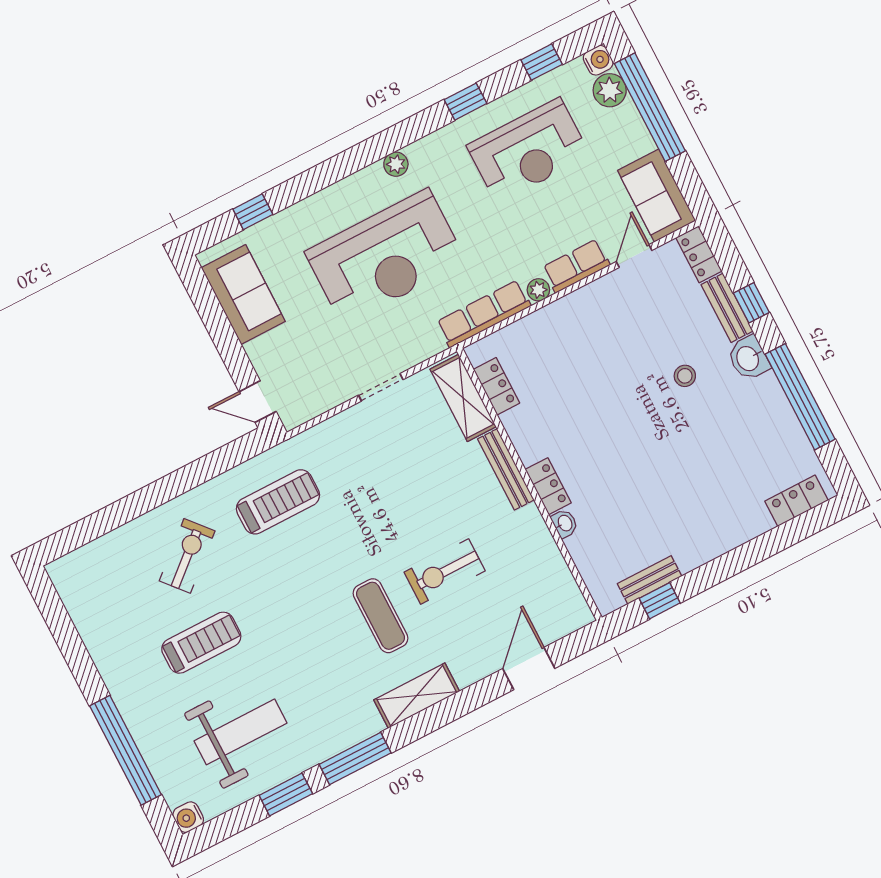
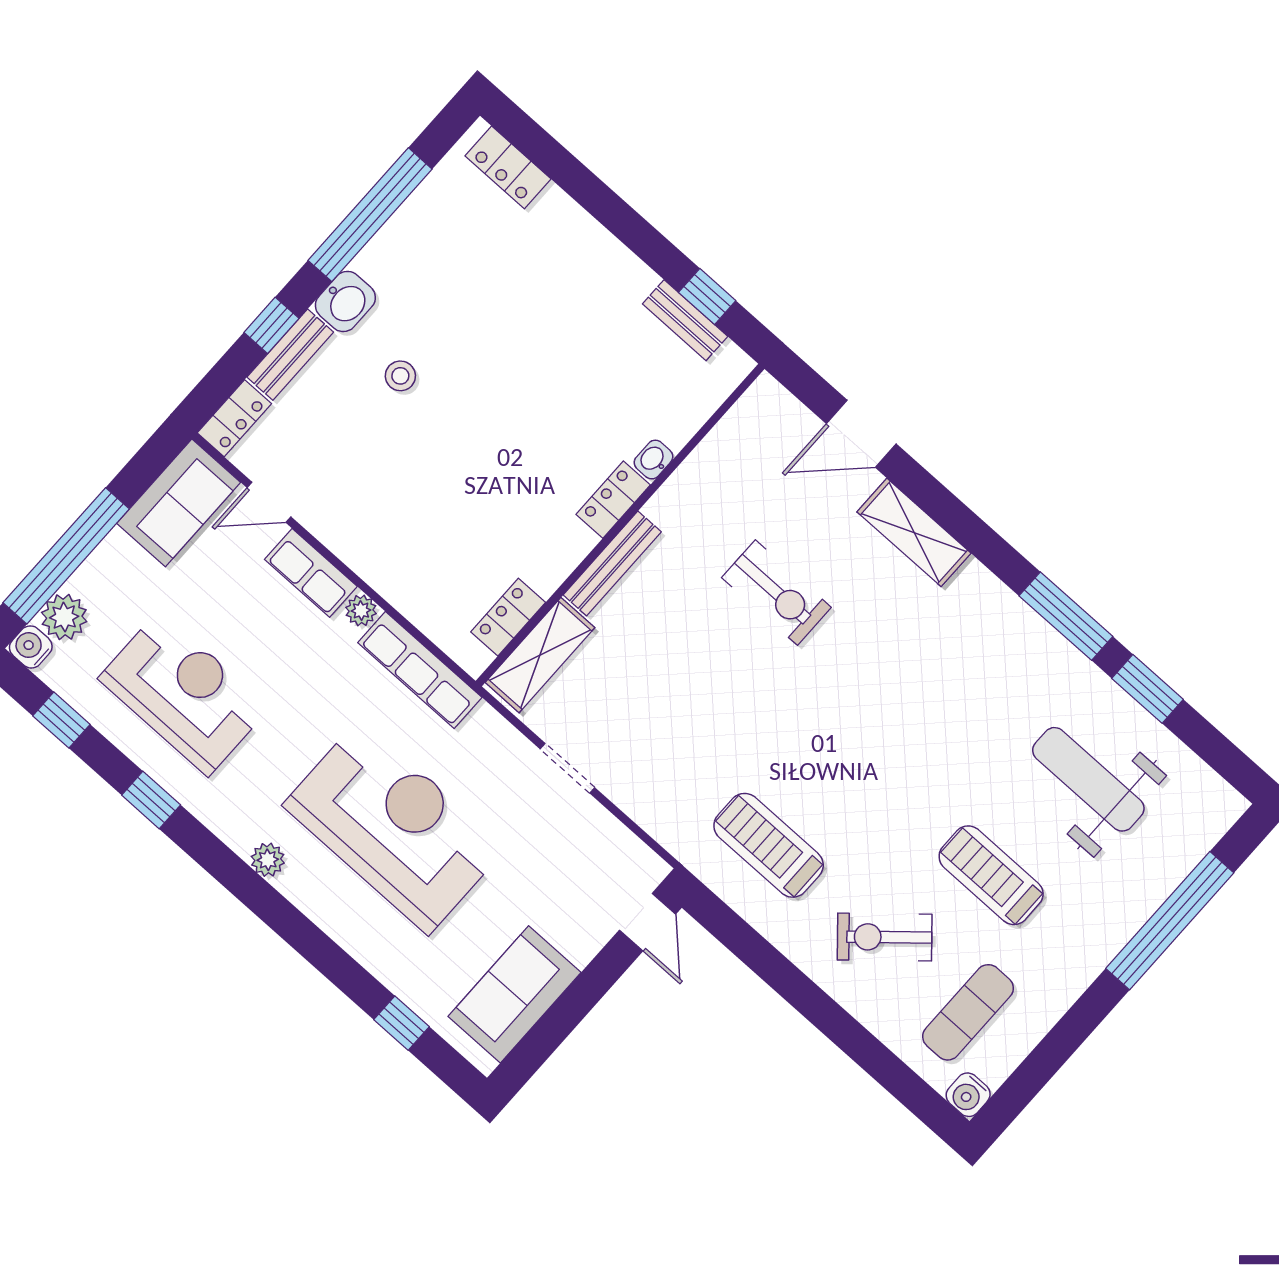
exercise mat: (381, 616) -> (968, 1012), moved
shelving: (417, 696) -> (914, 532), moved
water cooler: (188, 817) -> (968, 1095), moved, turned 90

